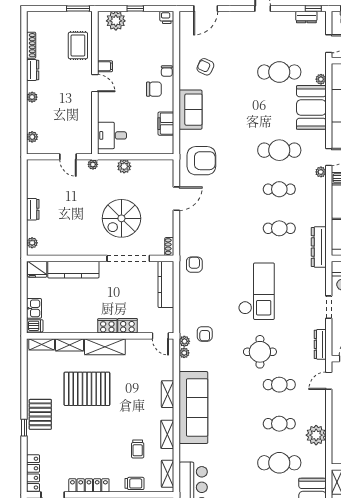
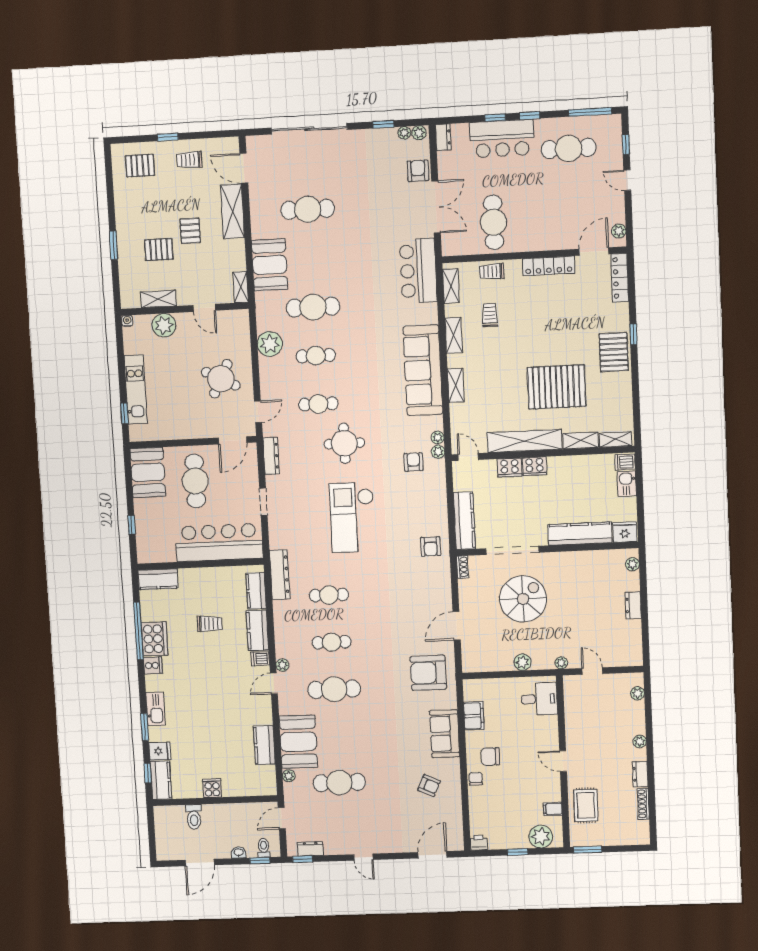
filing cabinet: (105, 66) -> (553, 809), moved
shelving: (105, 347) -> (525, 441), width x1.47

